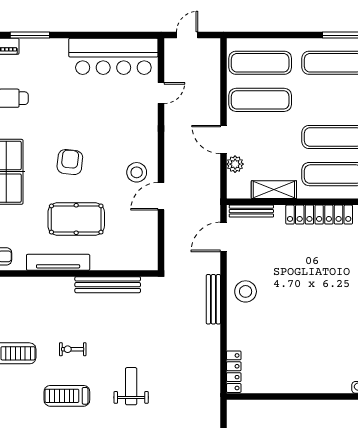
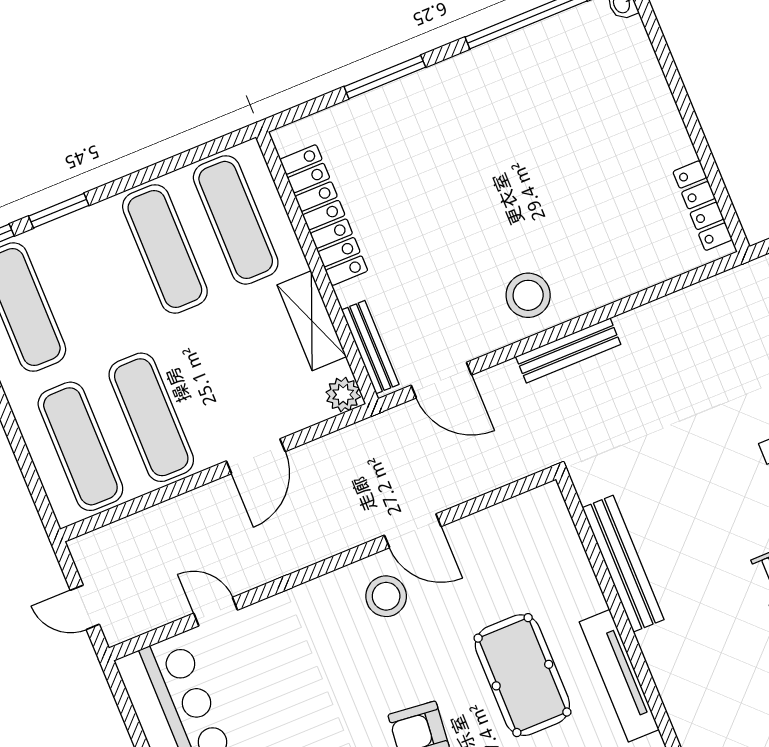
plant: (235, 164) -> (343, 395), moved
locker: (234, 372) -> (703, 206), moved, turned -90

